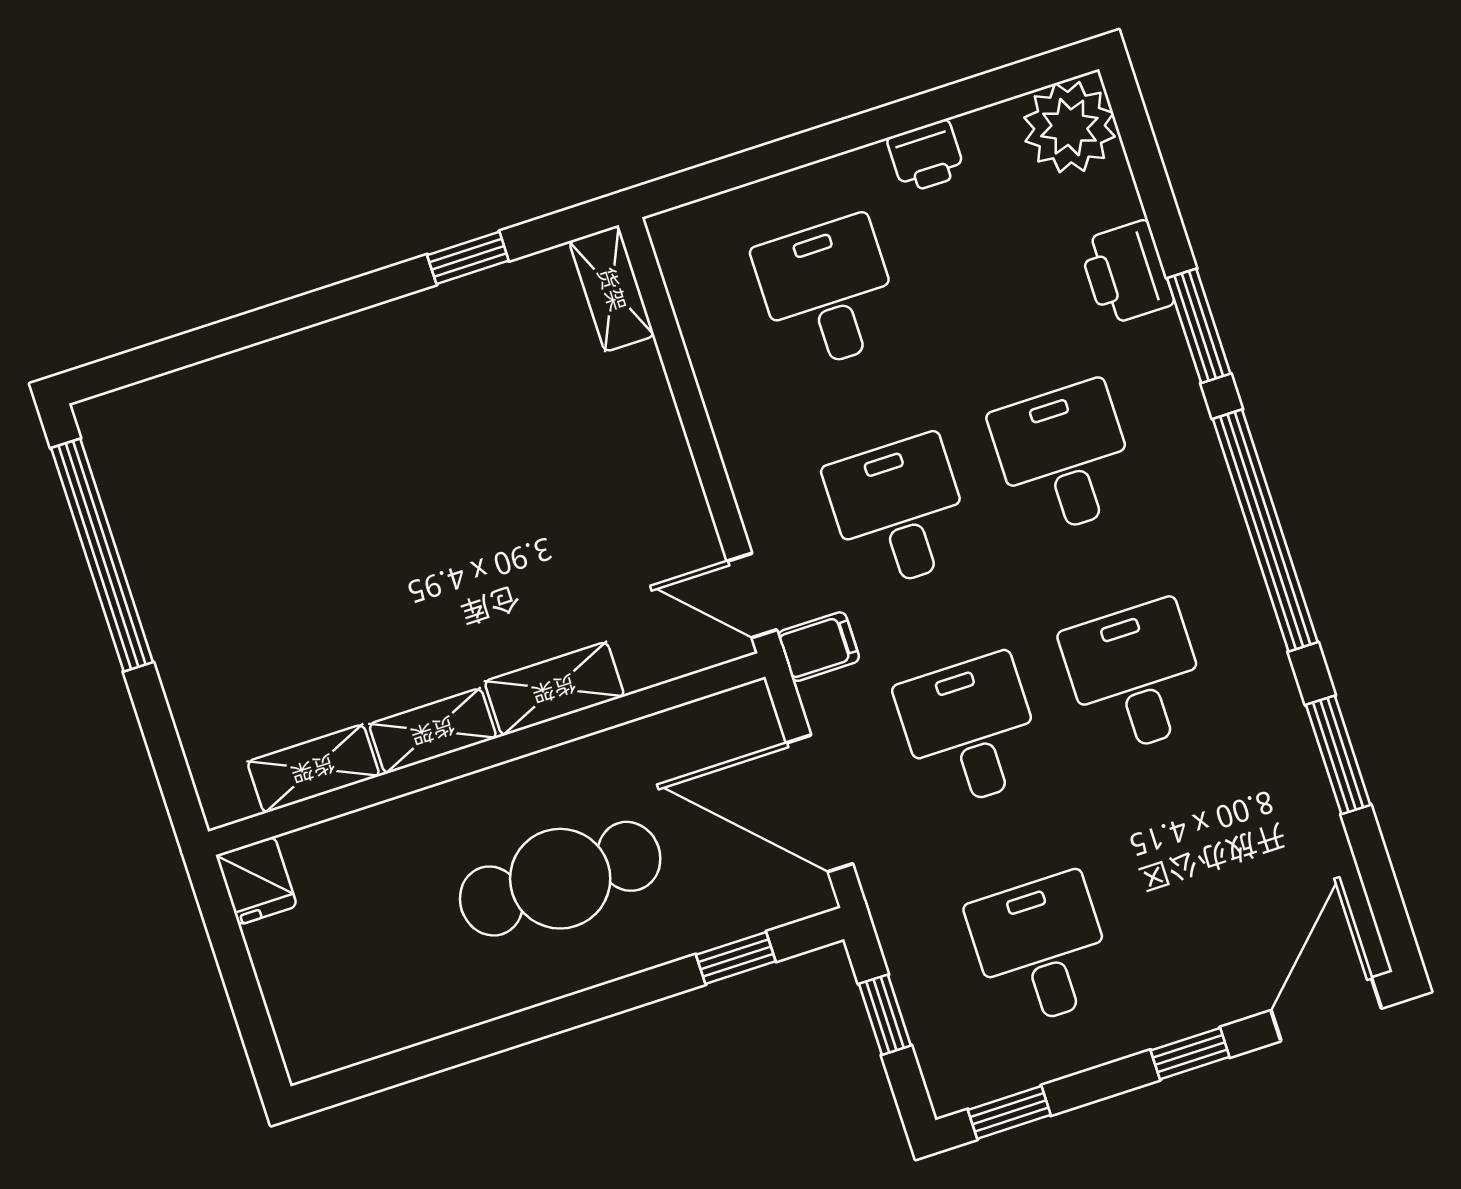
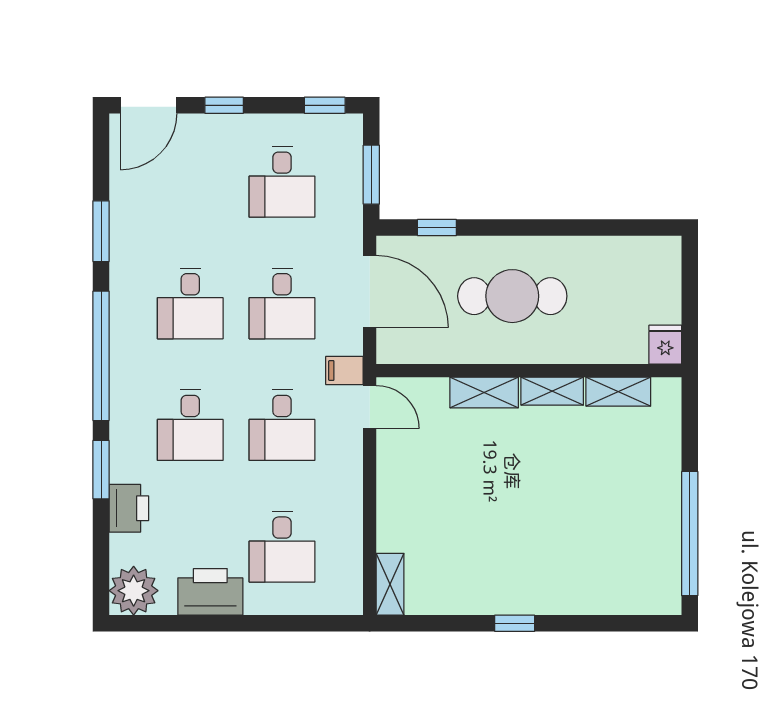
printer: (926, 156) -> (210, 592), width x1.87, depth x1.48
window: (468, 258) -> (515, 623), moved
window: (885, 1015) -> (371, 175), width x1.50

